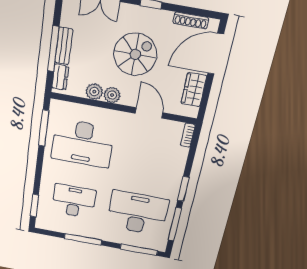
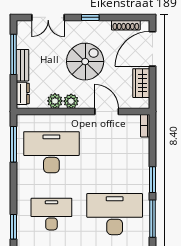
window: (53, 49) -> (14, 54), moved
desk: (83, 143) -> (51, 152), turned 180

